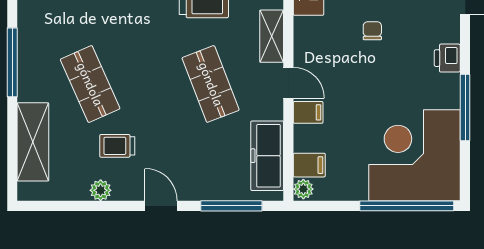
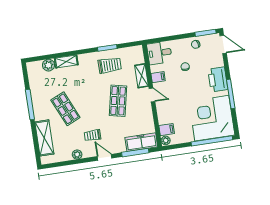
printer: (447, 58) -> (218, 79), width x1.87, depth x1.48
shop shelf: (211, 84) -> (118, 101), turned 33
filing cabinet: (308, 112) -> (158, 77), moved
trolley: (117, 146) -> (93, 135), moved
freezer: (267, 156) -> (141, 142), moved, turned 90

